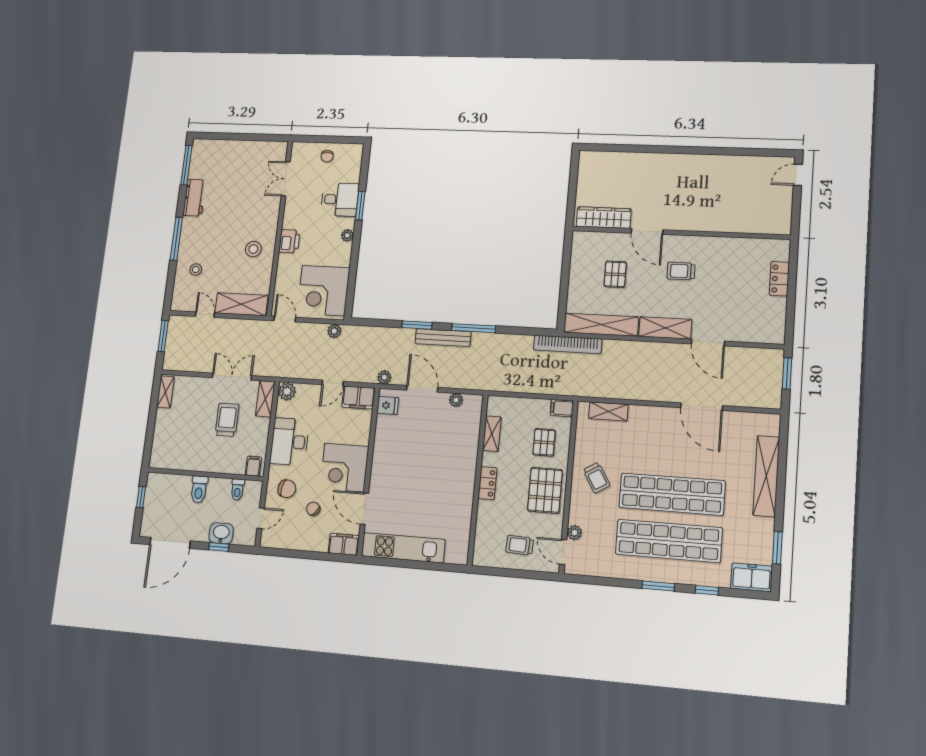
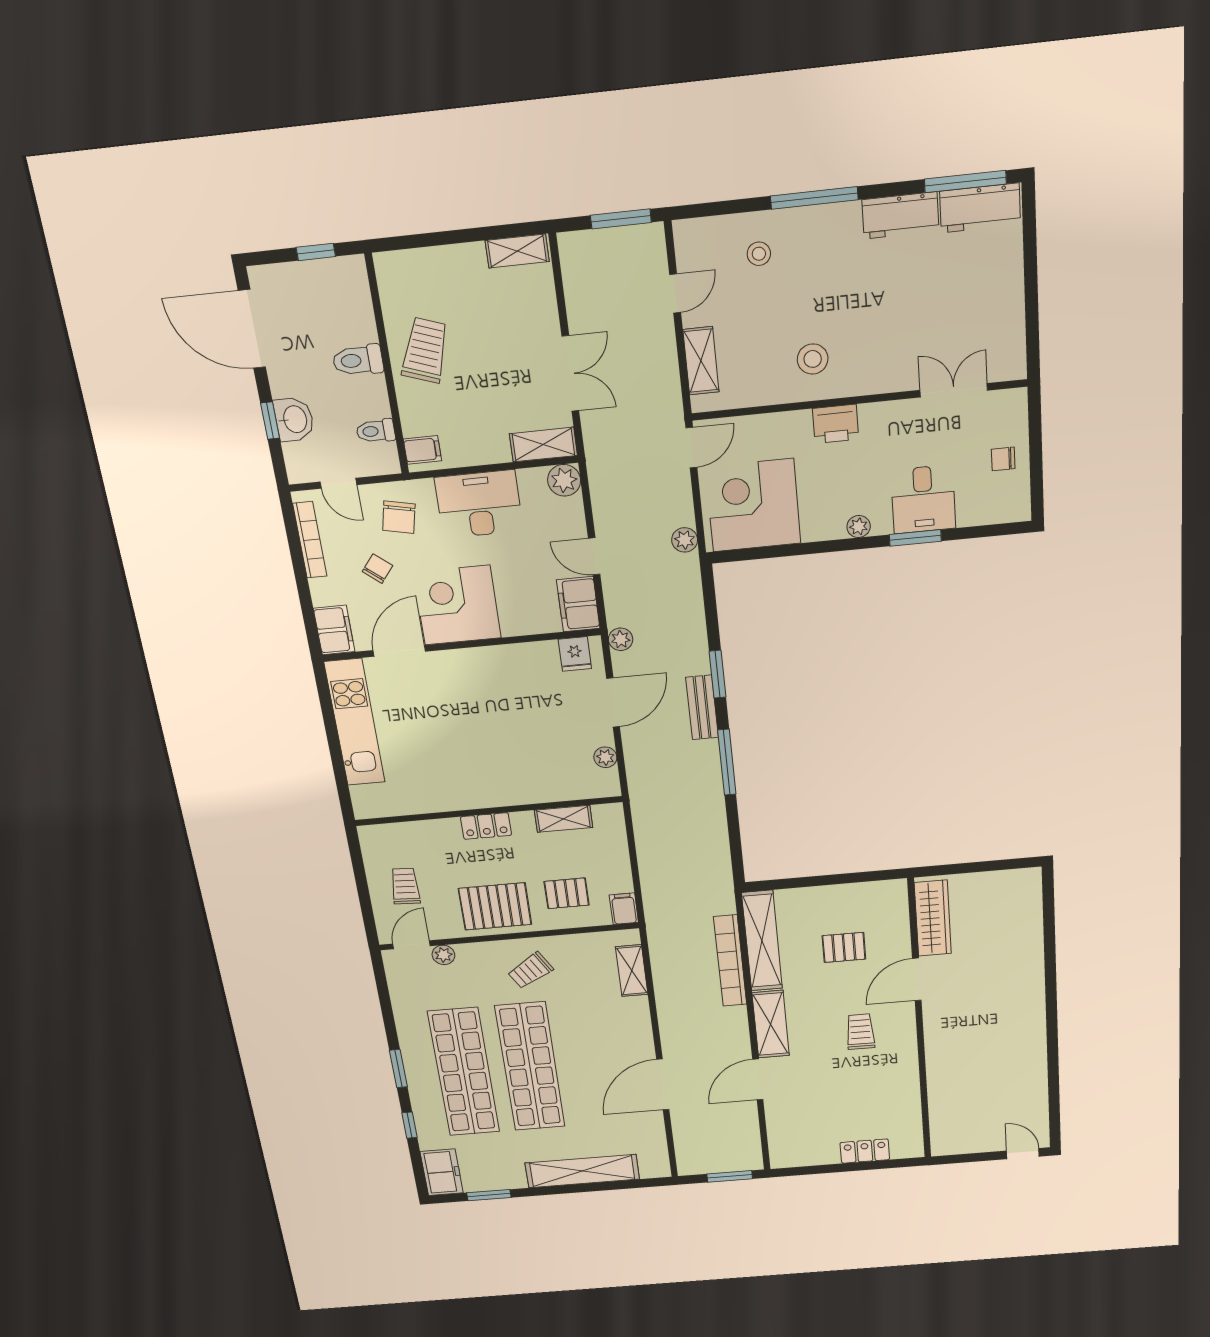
workbench: (200, 159) -> (980, 208), added
shelving: (241, 304) -> (701, 361), width x0.67, depth x0.75
bench: (443, 338) -> (702, 707), width x0.73
bookcase: (568, 344) -> (730, 961), moved
trolley: (227, 420) -> (425, 350), moved, turned -71
bookcase: (288, 544) -> (310, 540), added

